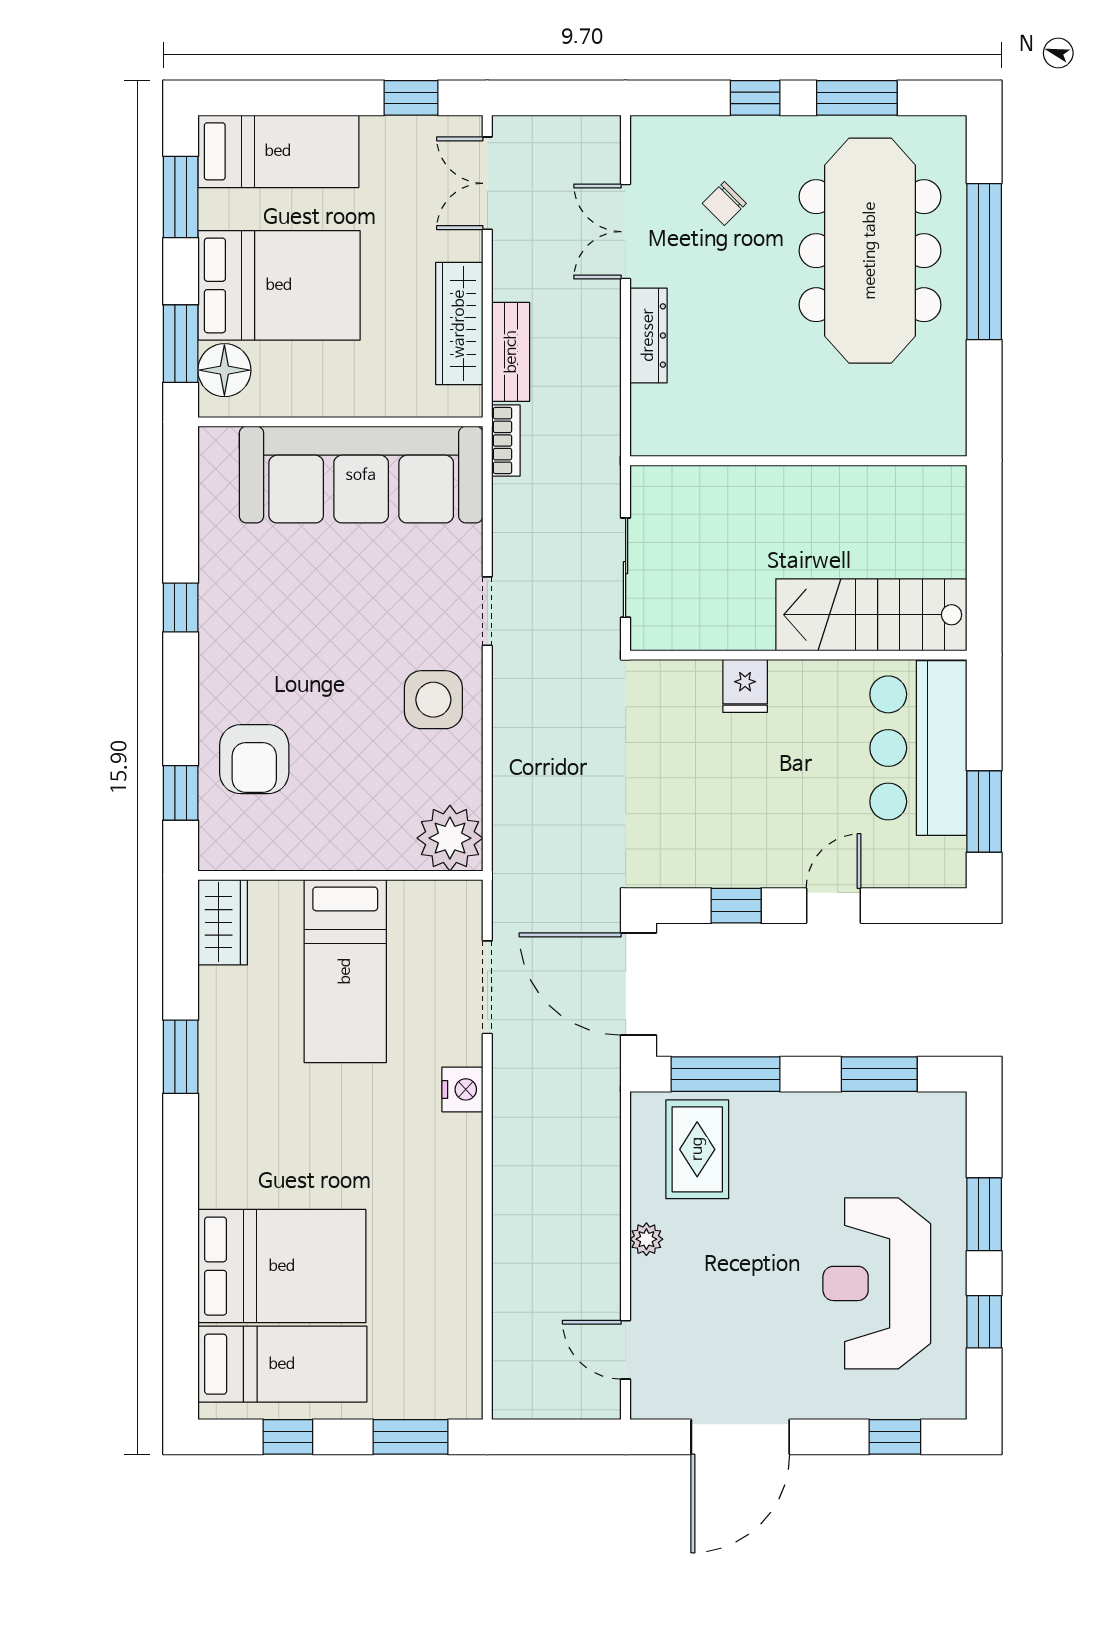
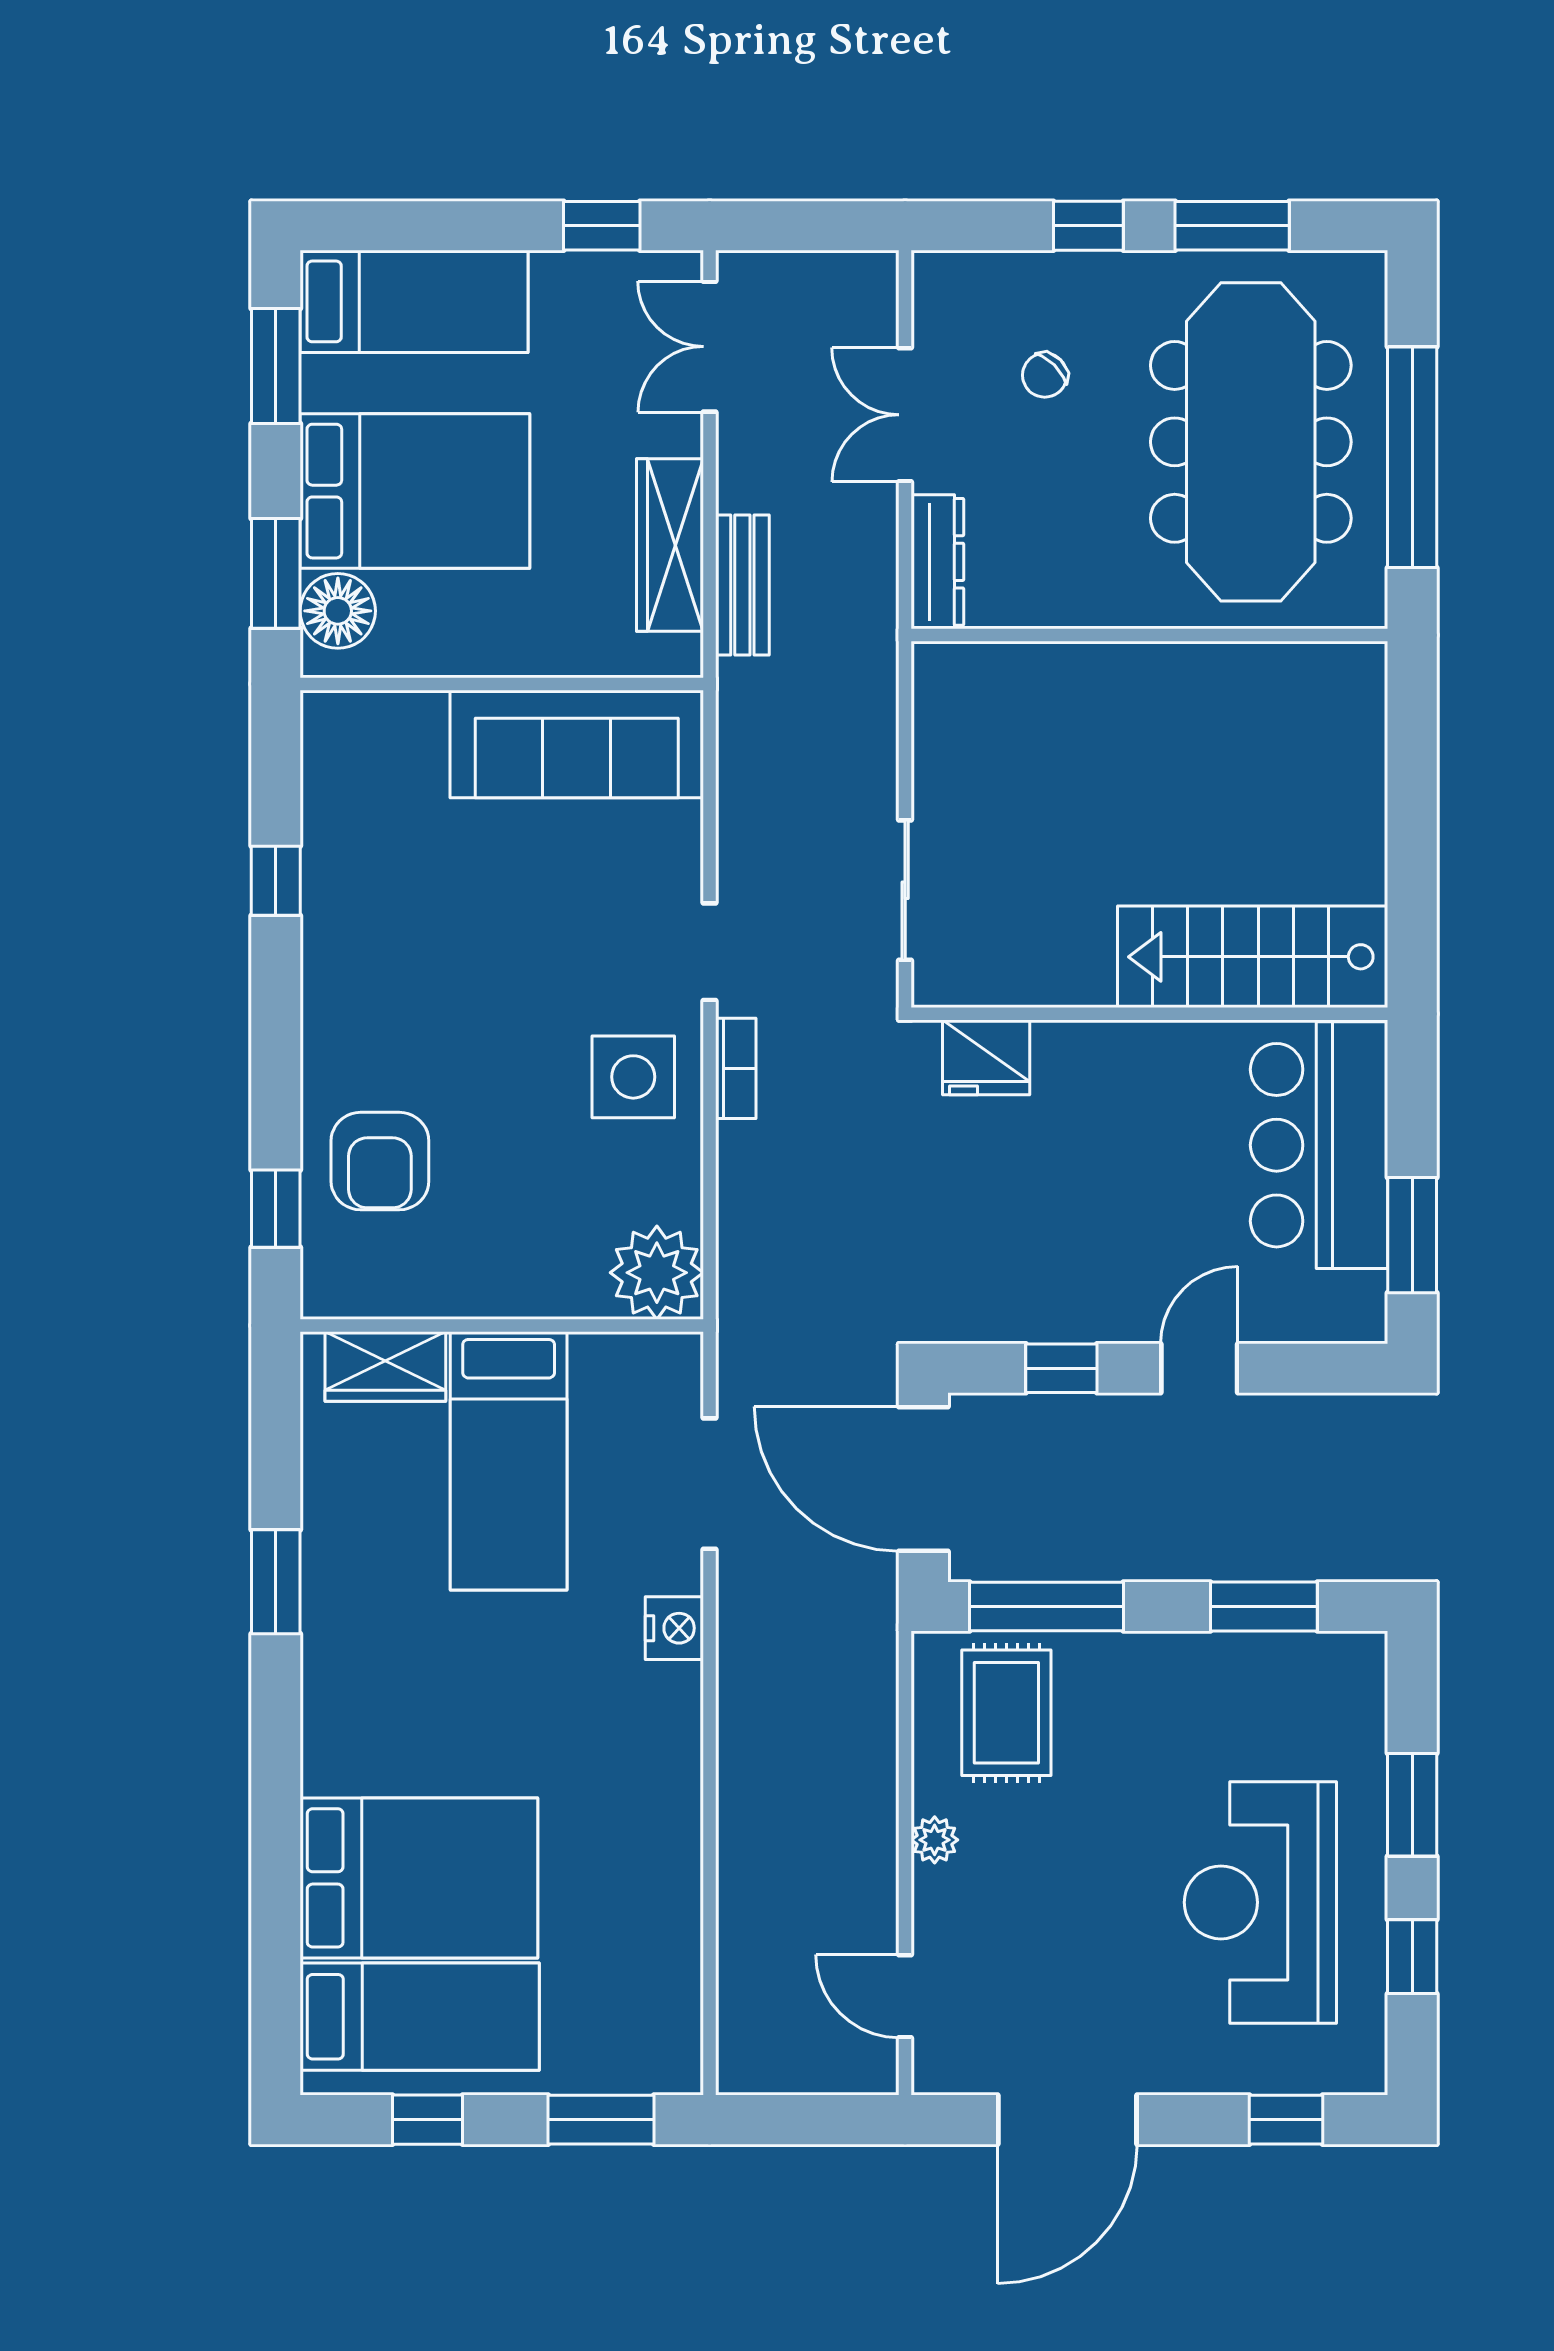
bookcase: (506, 440) -> (736, 1068), moved
wall: (798, 461) -> (1149, 635), moved
sofa: (361, 475) -> (577, 744), width x0.74, depth x0.79
window: (181, 607) -> (276, 881), moved
fridge: (745, 686) -> (986, 1057), moved, width x1.38
wardrobe: (223, 922) -> (385, 1366), moved, turned 90

